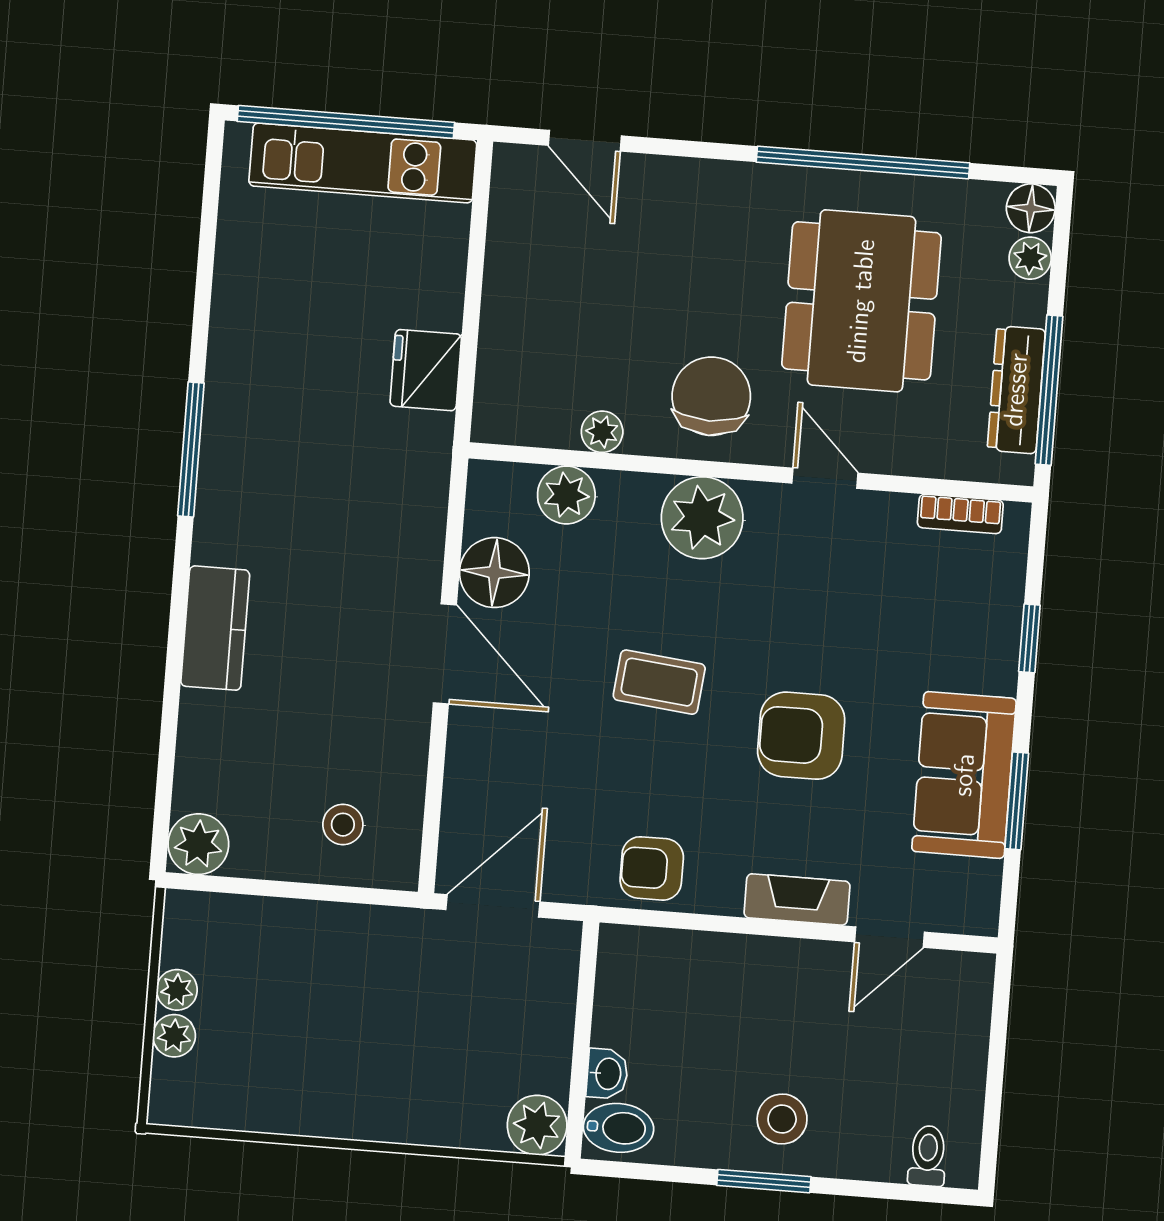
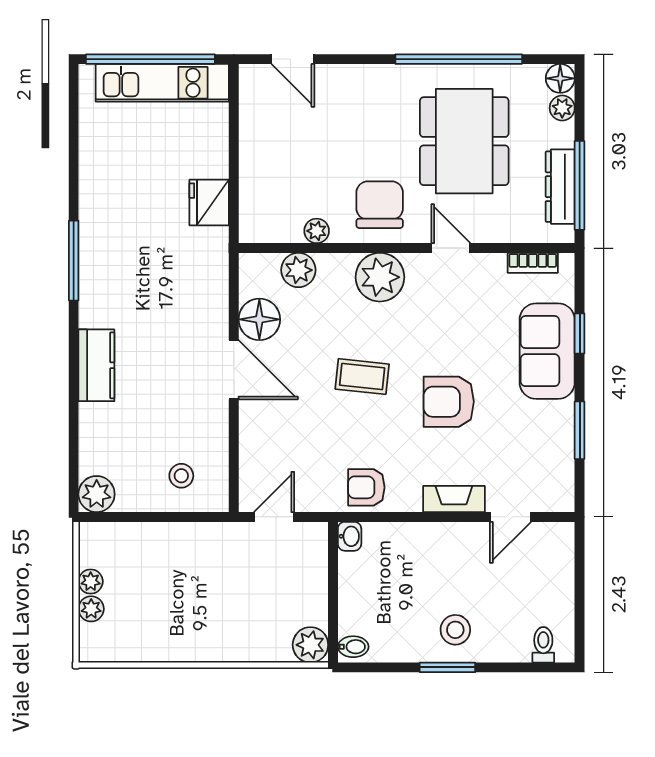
sofa: (964, 775) -> (547, 351), moved
door: (493, 906) -> (274, 517), width x0.73
washbasin: (607, 1074) -> (350, 536), moved
bidet: (618, 1128) -> (353, 647), width x0.72, depth x0.74

